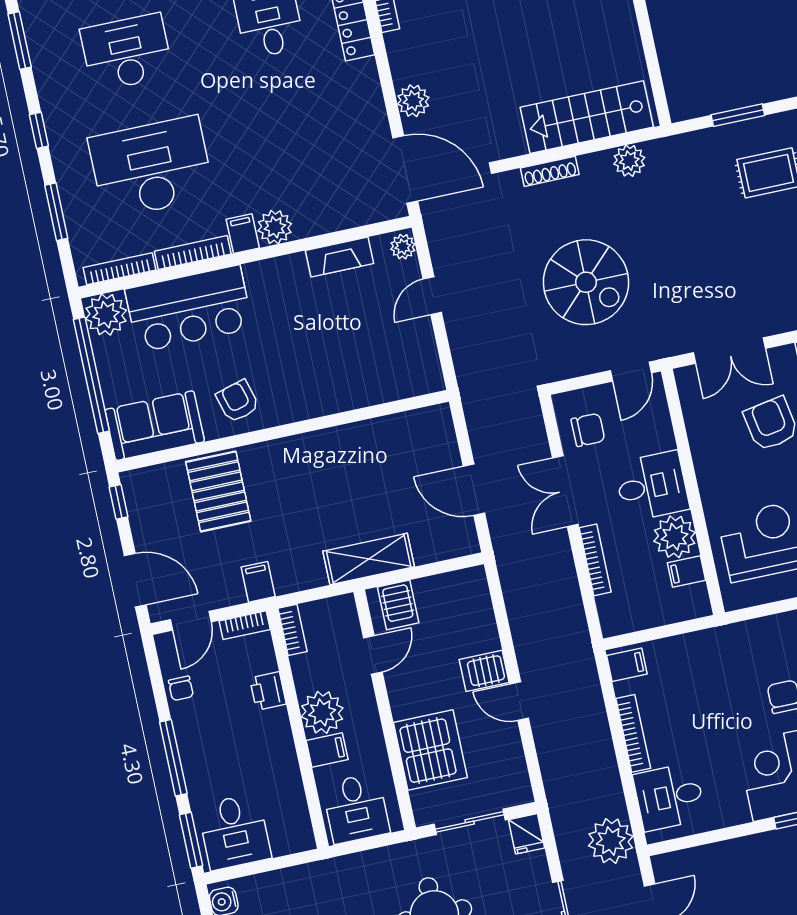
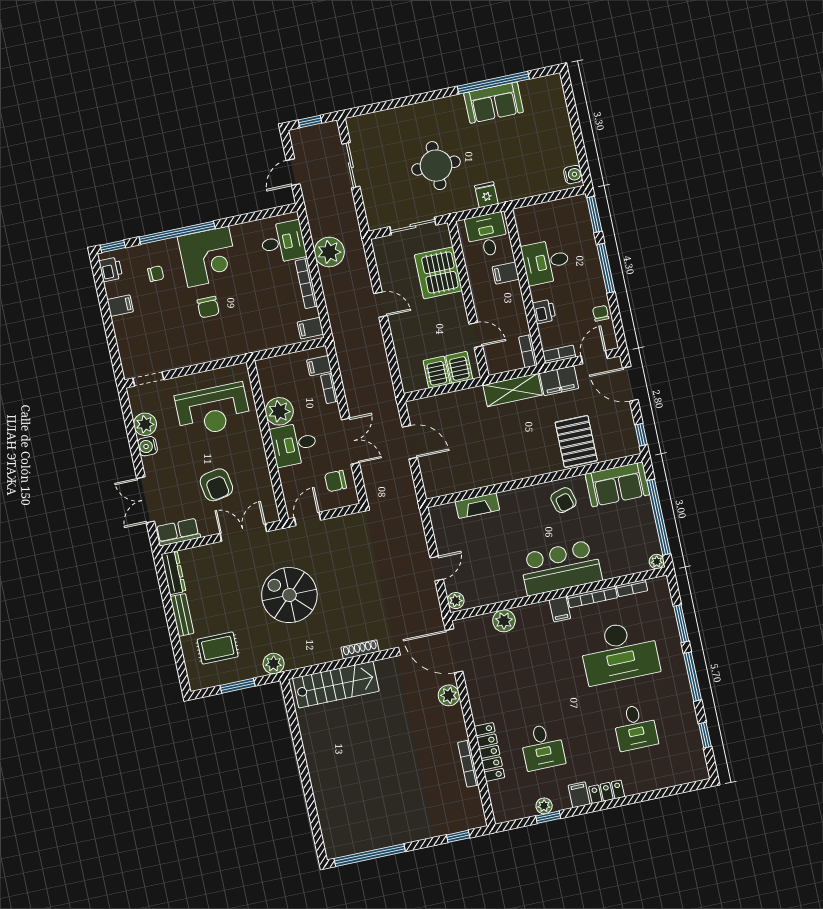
window: (20, 40) -> (705, 735), width x0.67
desk: (127, 52) -> (635, 727), width x0.73
window: (39, 130) -> (693, 677), width x2.17
plant: (629, 161) -> (274, 664), moved
plant: (275, 227) -> (504, 621), moved
fireplace: (339, 257) -> (477, 506), moved, turned 180
bookcase: (120, 269) -> (632, 588), width x0.64
spiral stairs: (586, 282) -> (289, 595), moved
bar counter: (189, 309) -> (561, 568), moved
plant: (106, 315) -> (657, 562), width x0.53, depth x0.53
shelving: (369, 559) -> (513, 390), moved
bookcase: (595, 560) -> (329, 388), width x0.64
filing cabinet: (687, 571) -> (319, 366), moved, turned 180
filing cabinet: (258, 582) -> (559, 381), width x2.00
door: (373, 655) -> (476, 335), swing flipped
server rack: (484, 671) -> (437, 372), moved, turned -90
plant: (322, 712) -> (509, 297), removed
desk: (234, 832) -> (546, 262), moved, turned -90
fridge: (526, 834) -> (486, 195), moved
plant: (611, 841) -> (329, 252), moved

